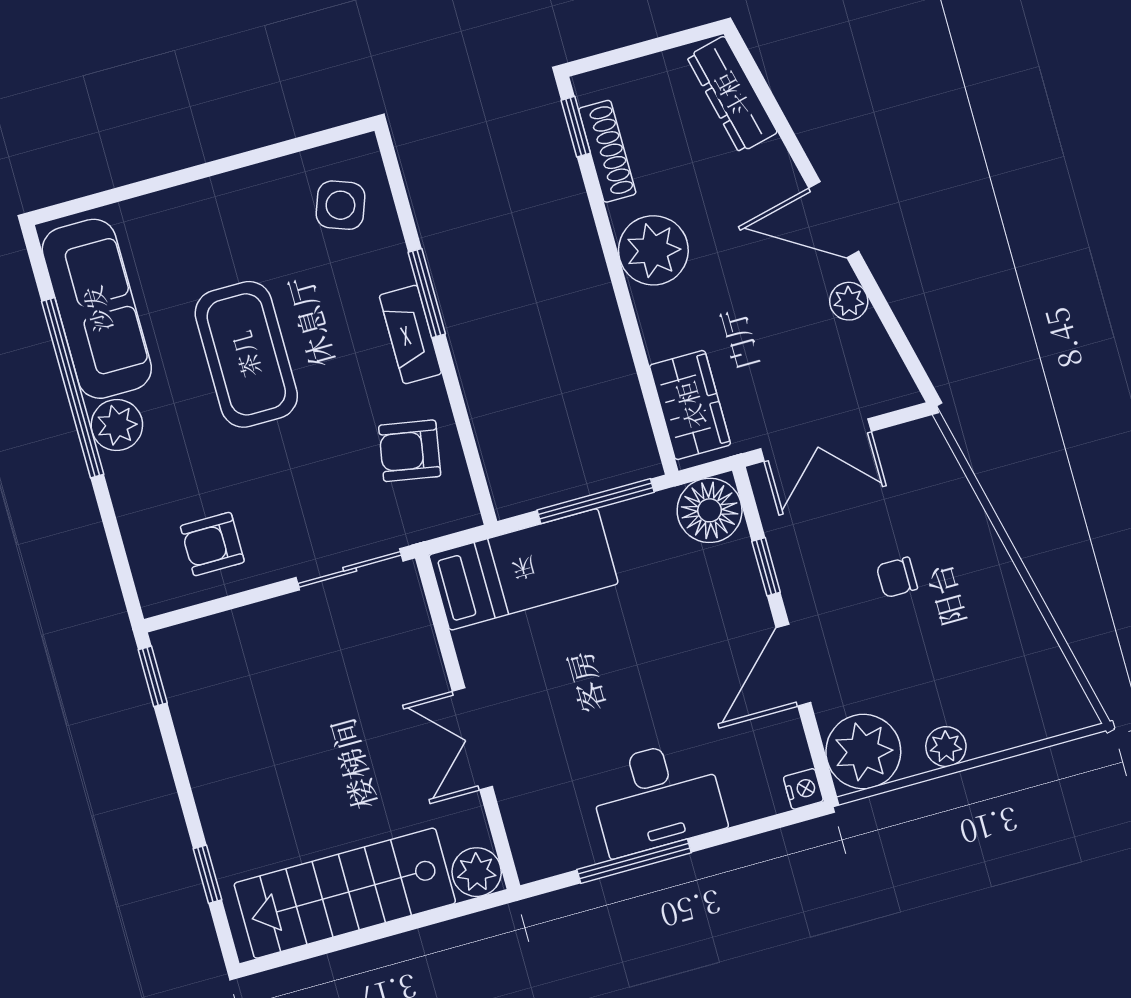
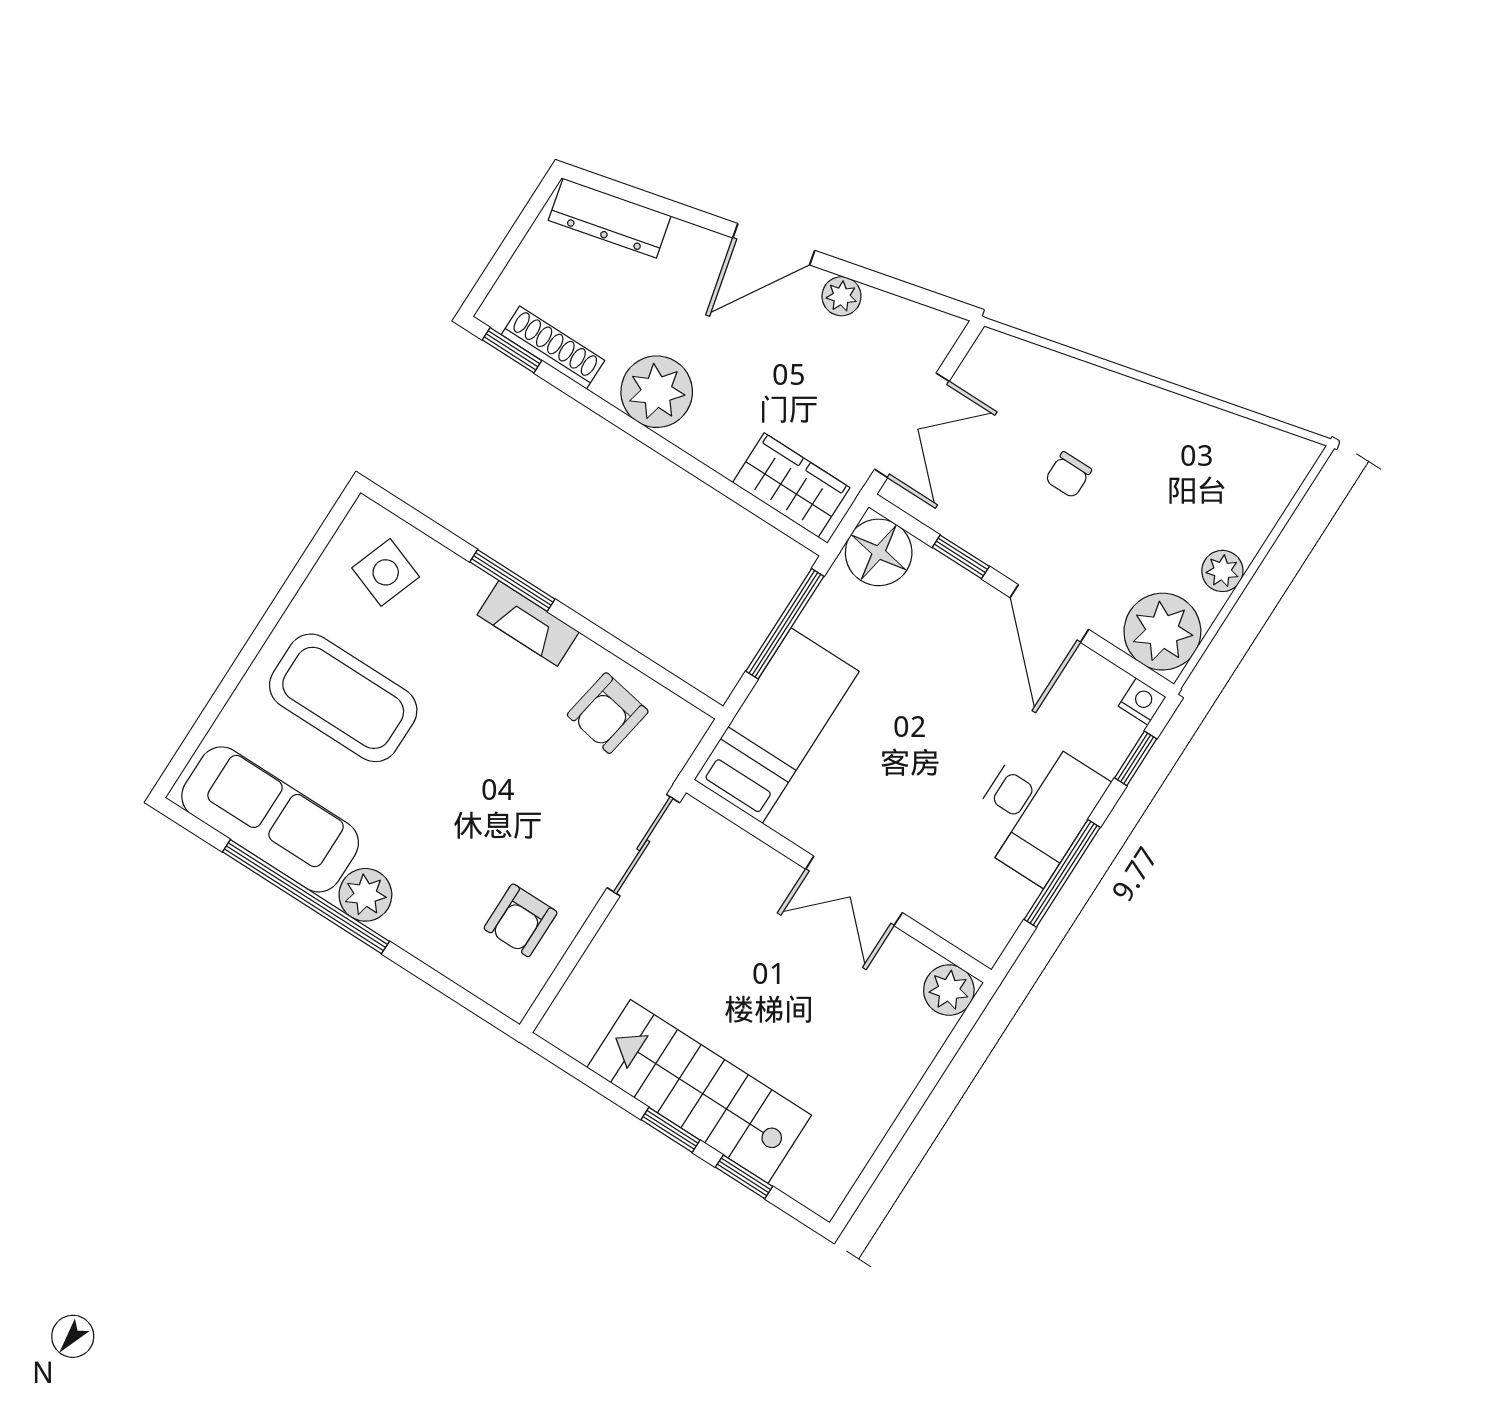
coffee table: (246, 354) -> (343, 698), moved
window: (153, 676) -> (671, 1130), moved
window: (762, 826) -> (1136, 758), added
stairs: (345, 893) -> (699, 1091), moved, turned 90

